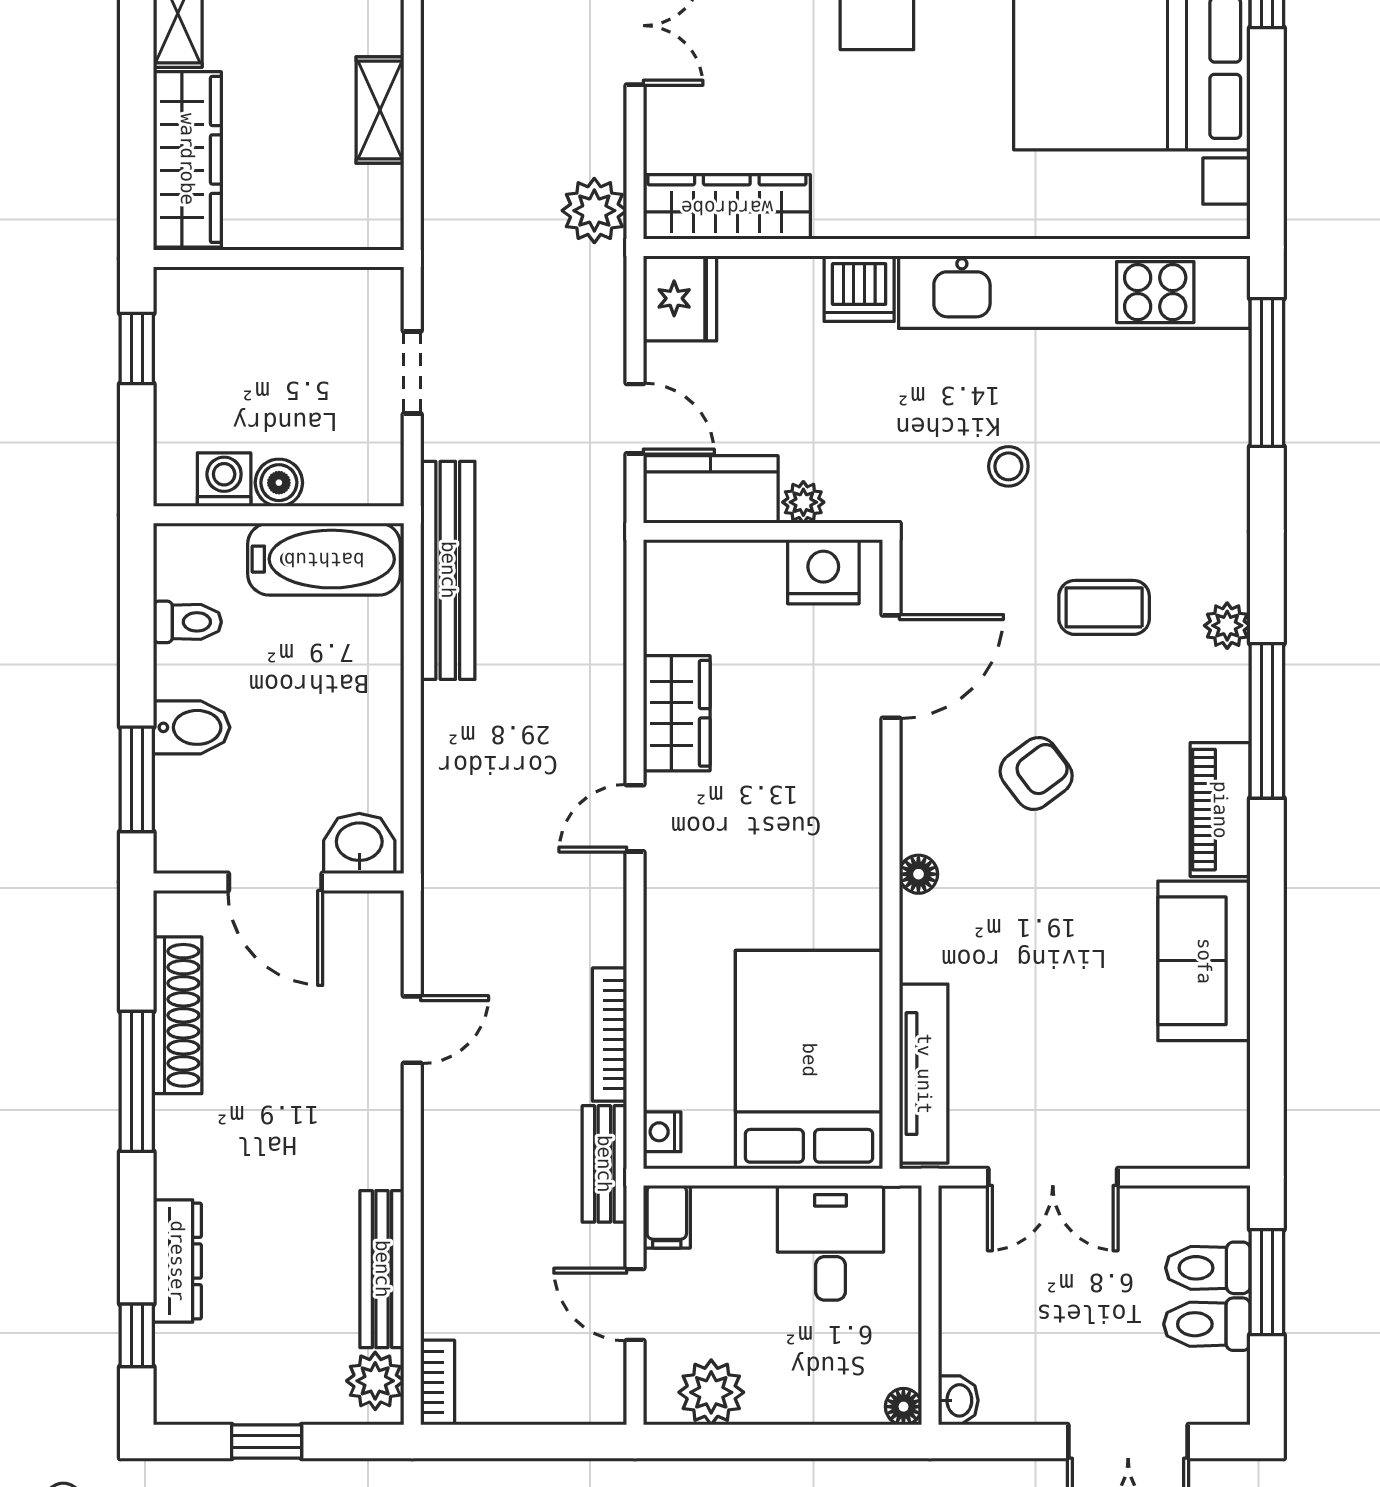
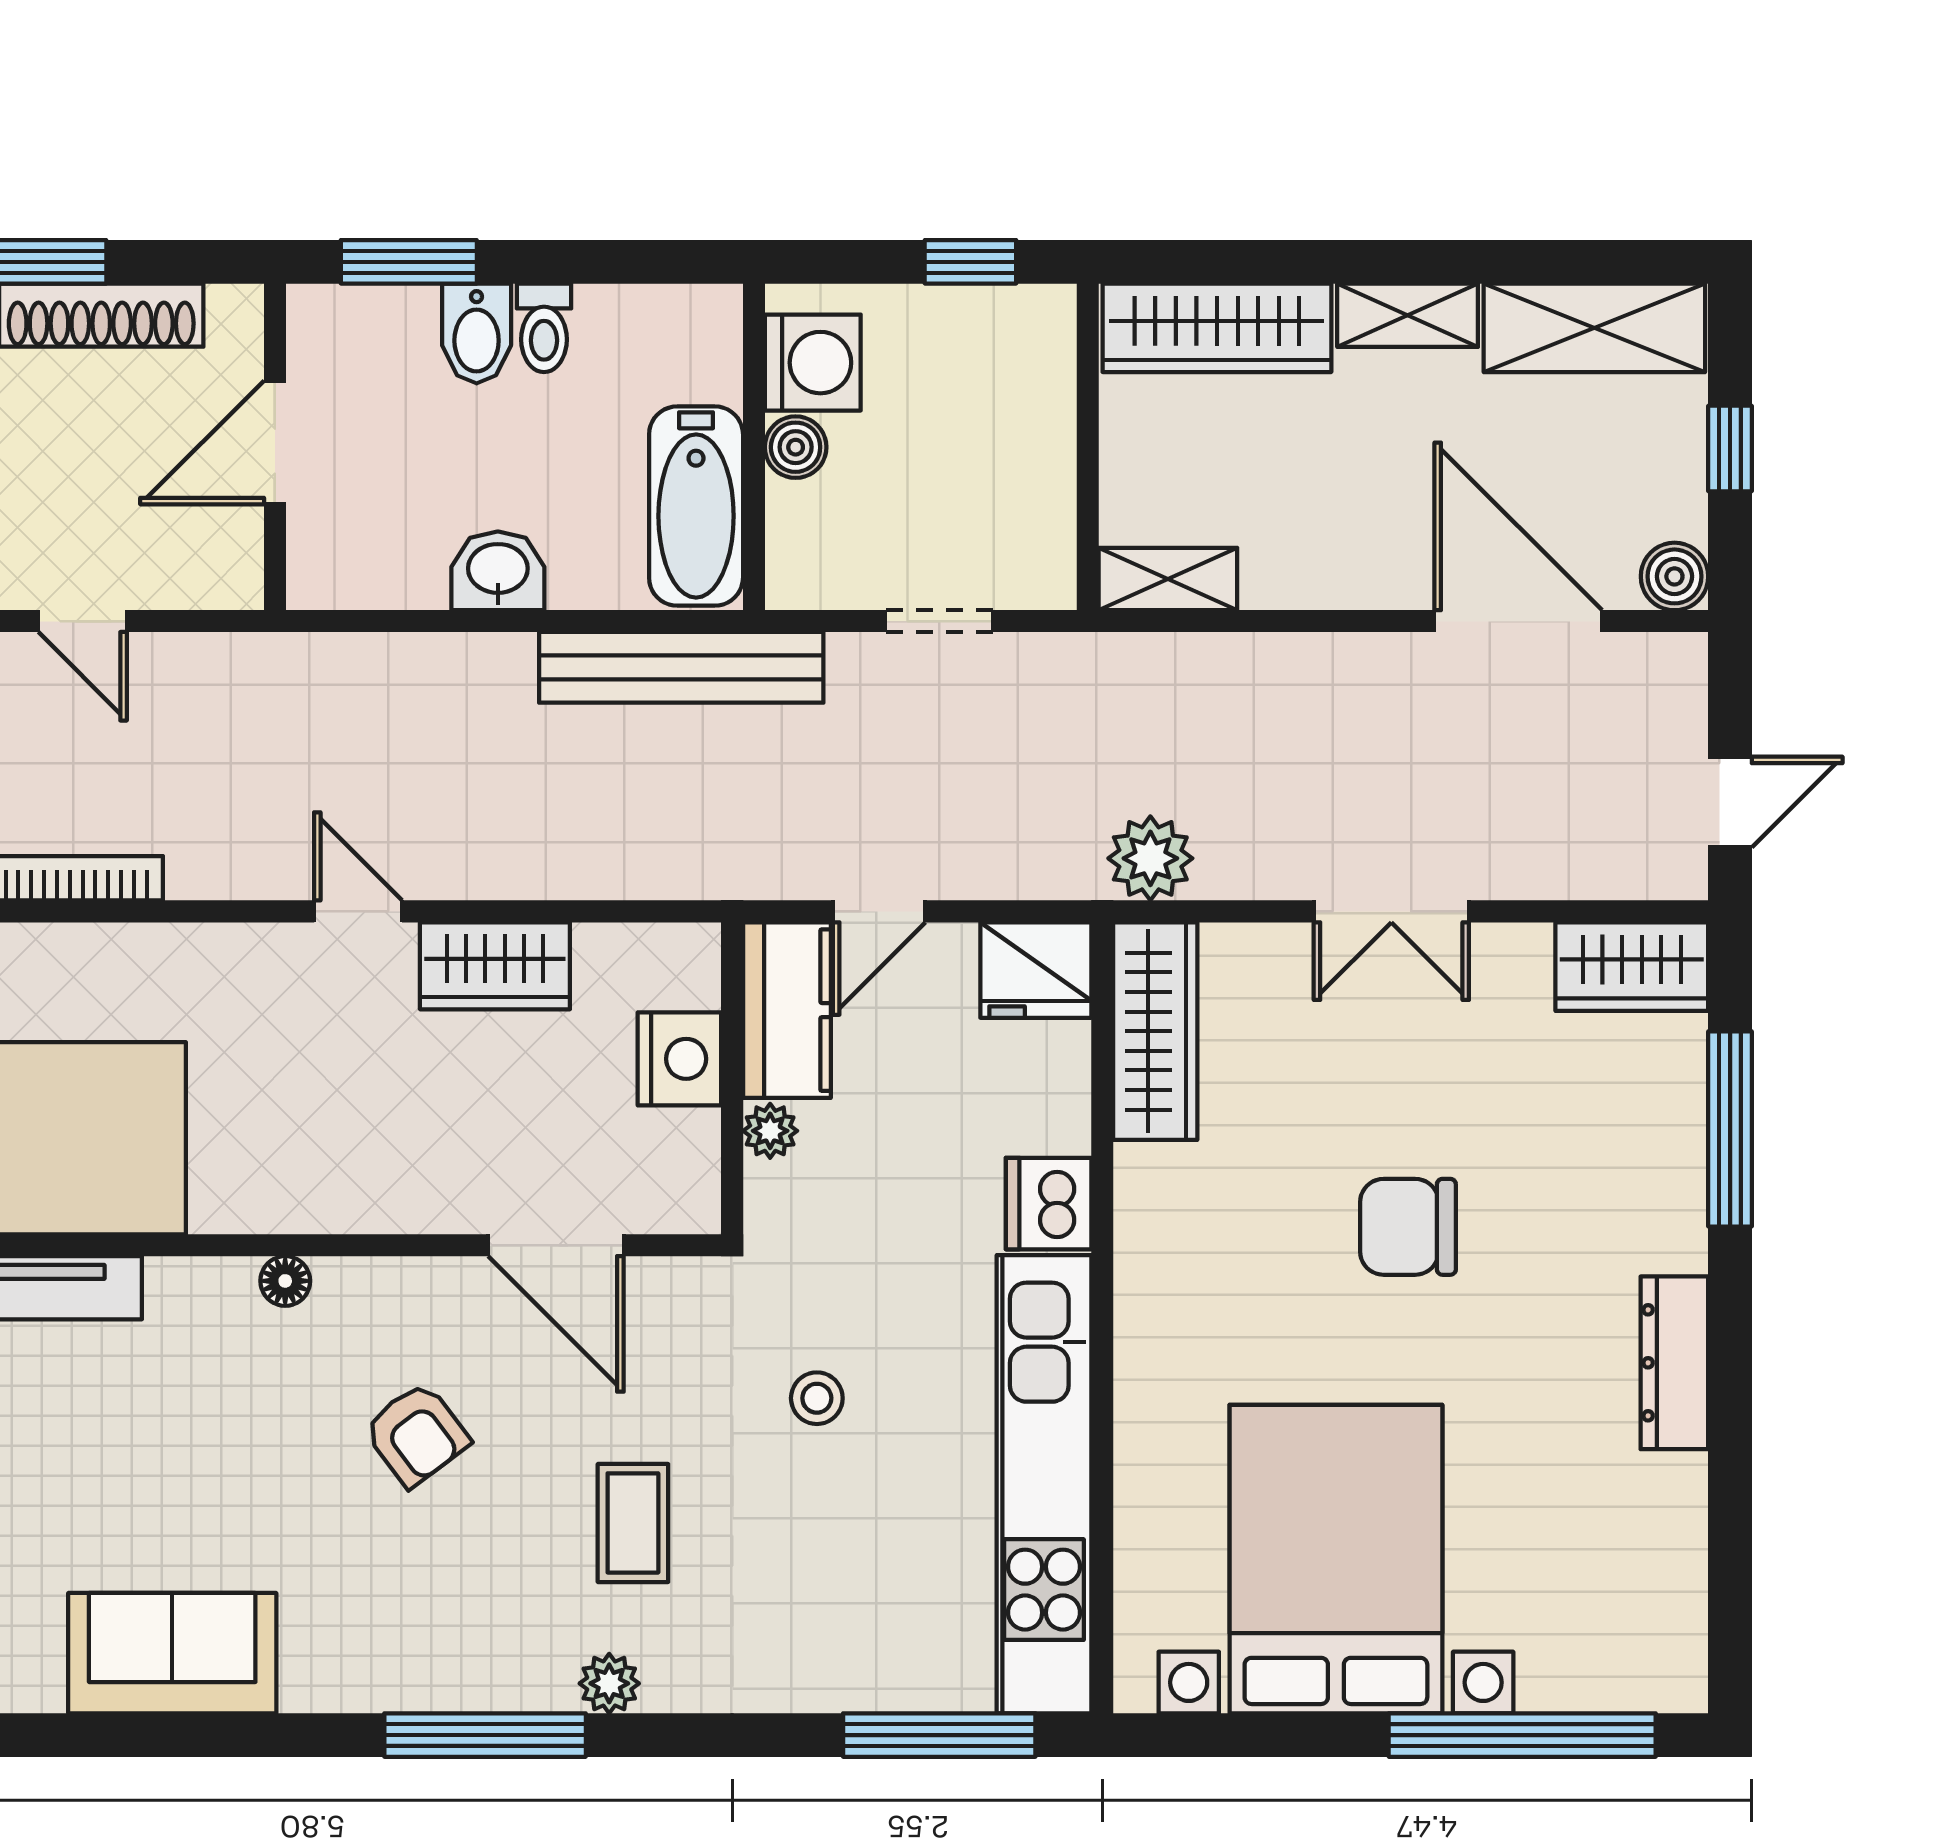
shelving: (380, 110) -> (1168, 579), moved
washing machine: (224, 480) -> (813, 363), width x1.38, depth x1.38
nightstand: (823, 572) -> (679, 1059), moved
toilet: (187, 622) -> (544, 328), moved
piano: (1220, 810) -> (369, 1674), removed
washbasin: (359, 844) -> (498, 571), moved, turned -90

